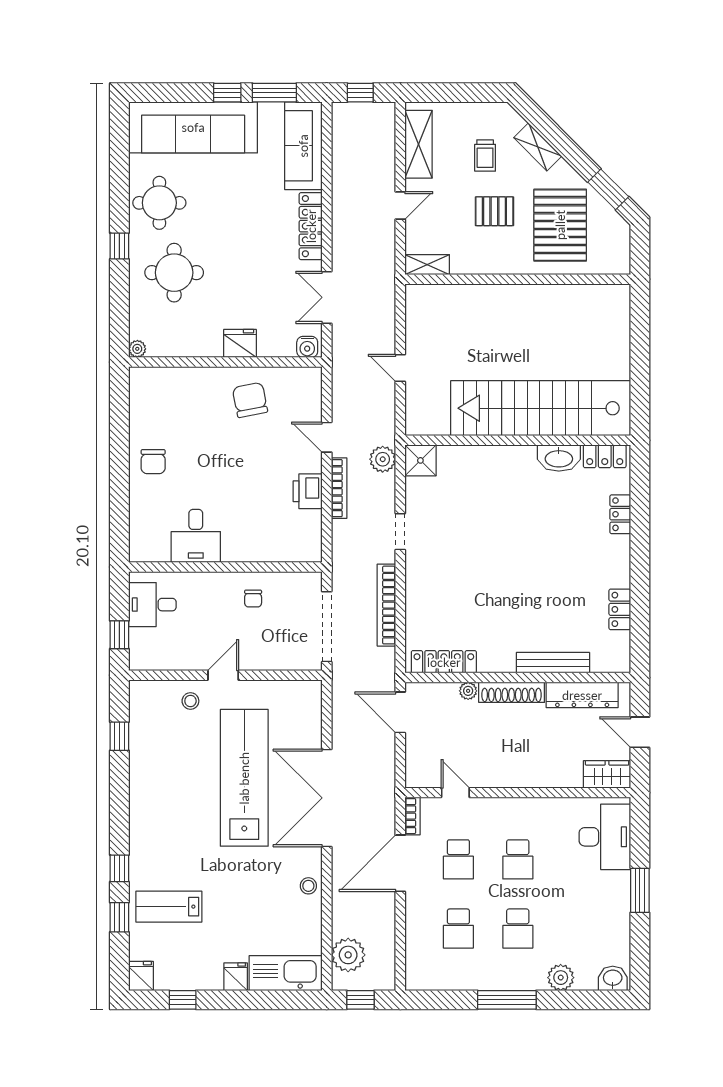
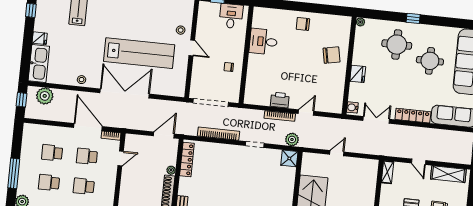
round table: (159, 203) -> (430, 61), moved
chair: (250, 400) -> (332, 55), moved

